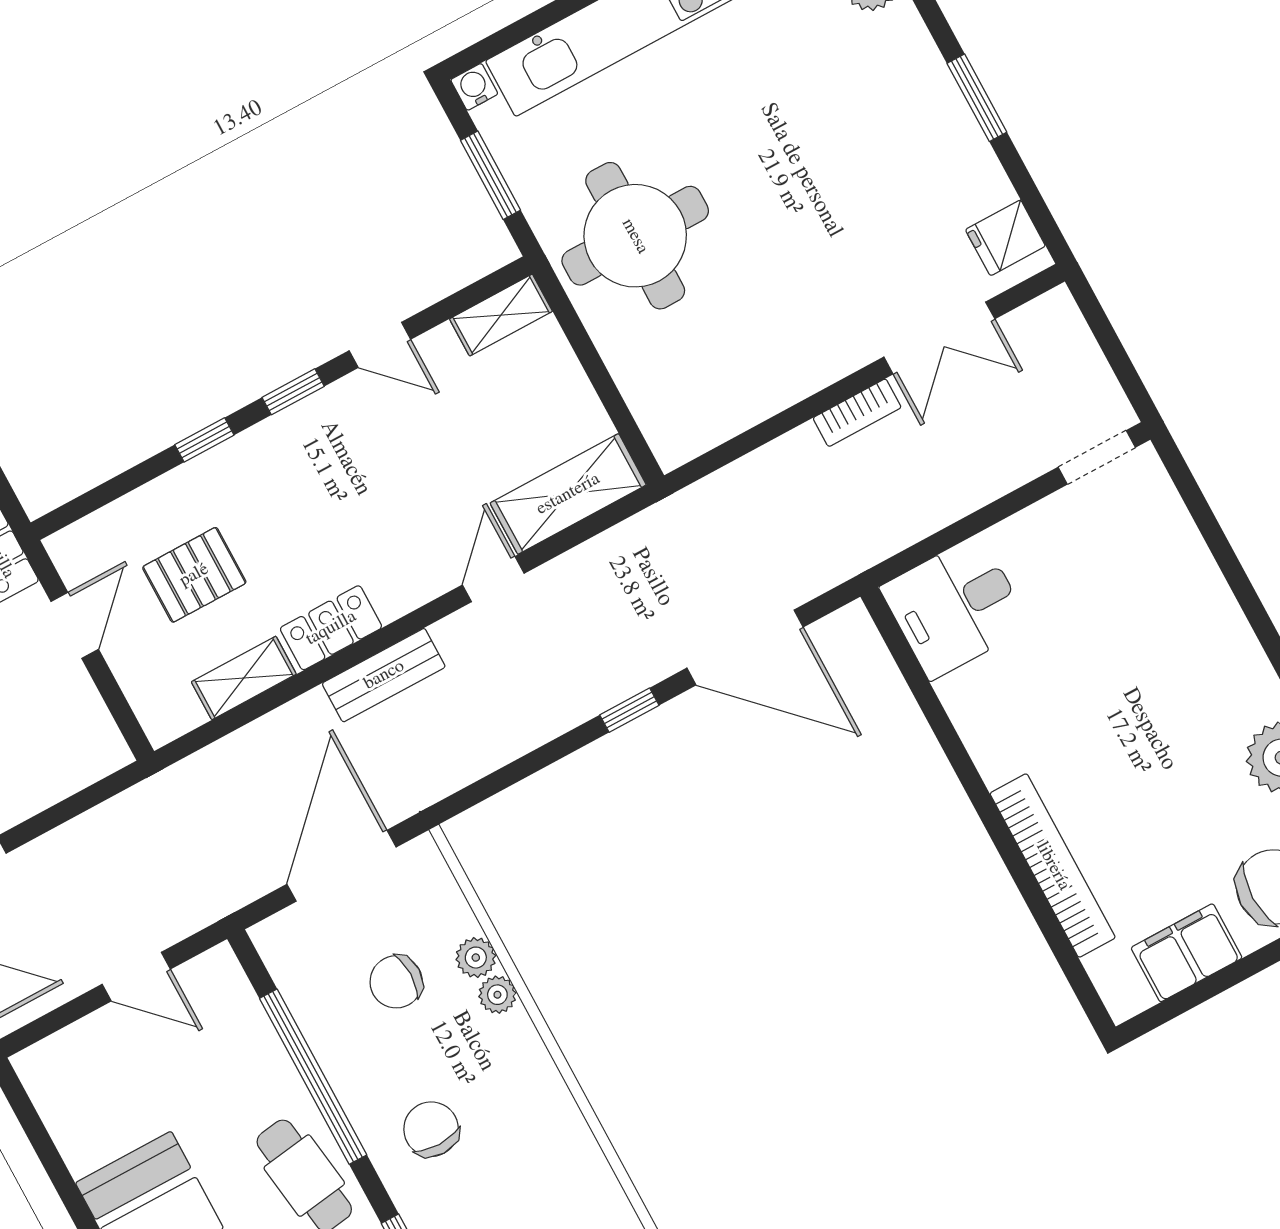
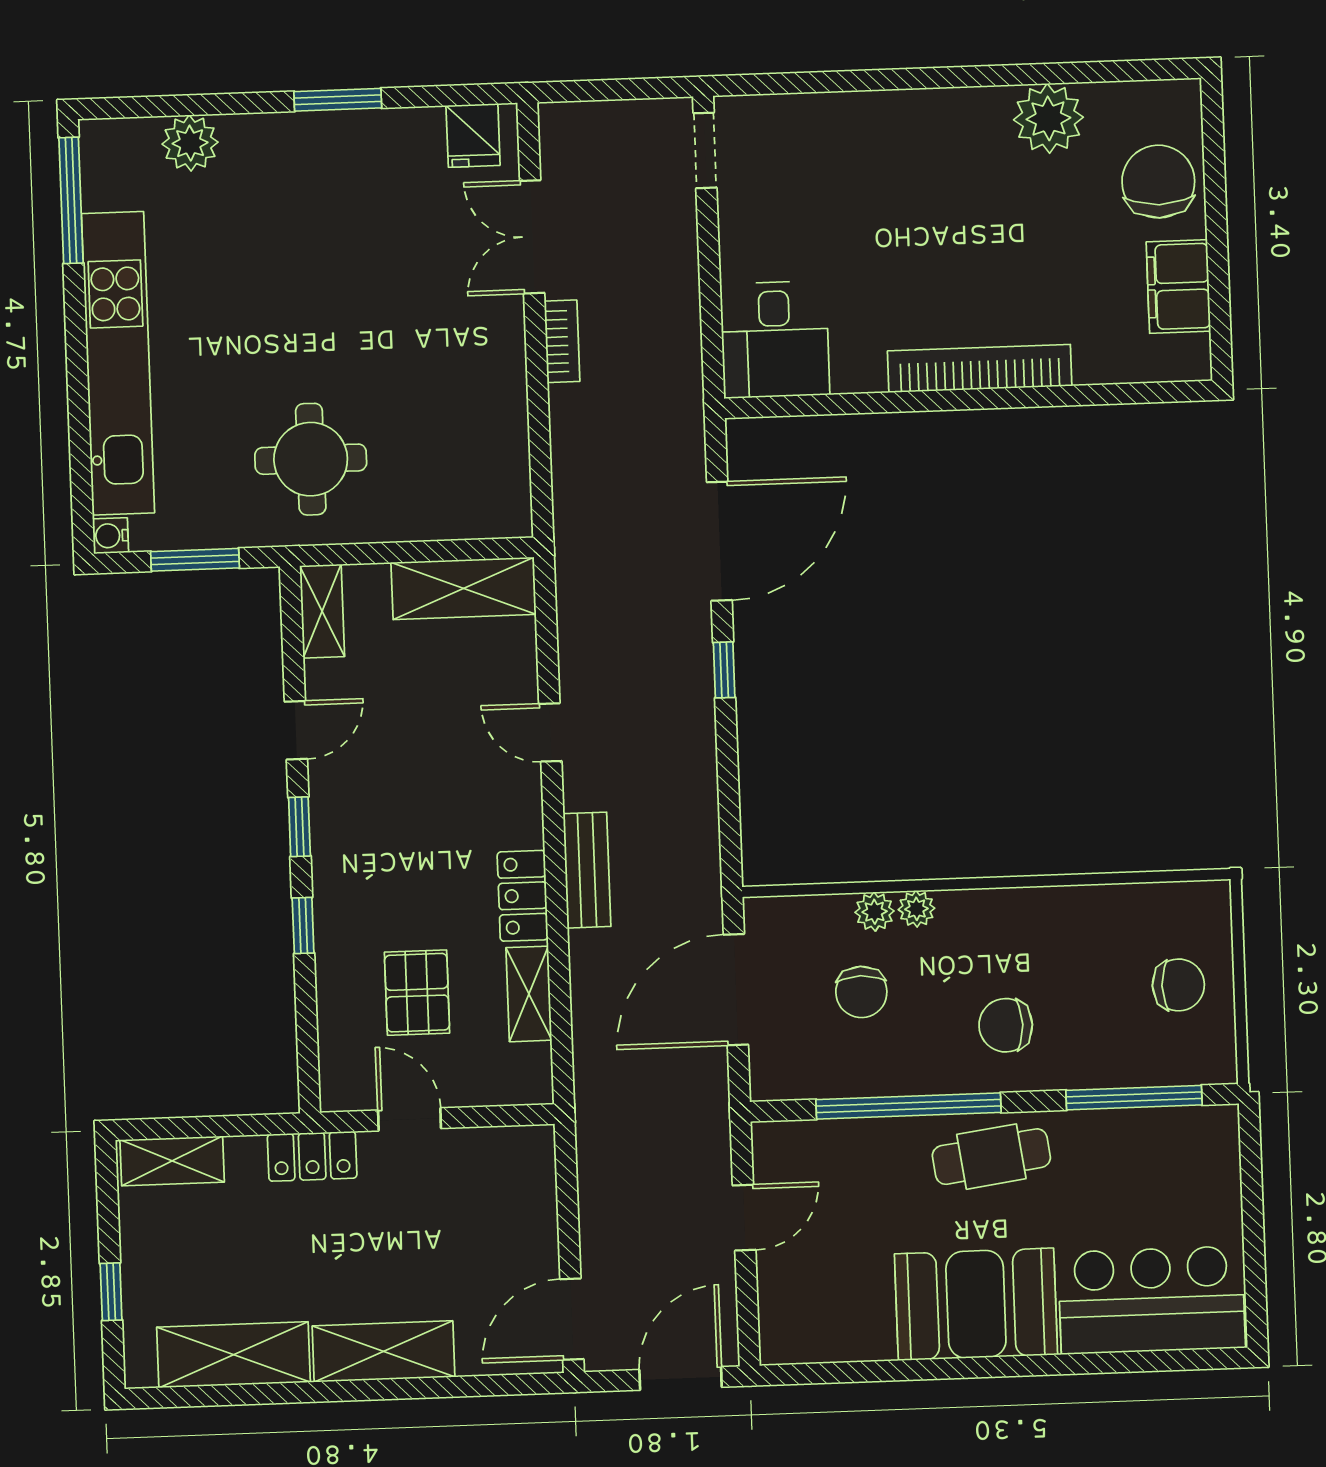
round table: (635, 236) -> (311, 459), width x0.73, depth x0.73
double door: (939, 338) -> (532, 237), swing flipped
shelving: (568, 494) -> (464, 588), moved, turned 90
door: (342, 866) -> (736, 990), hinge flipped
bookcase: (1053, 866) -> (980, 368), moved

